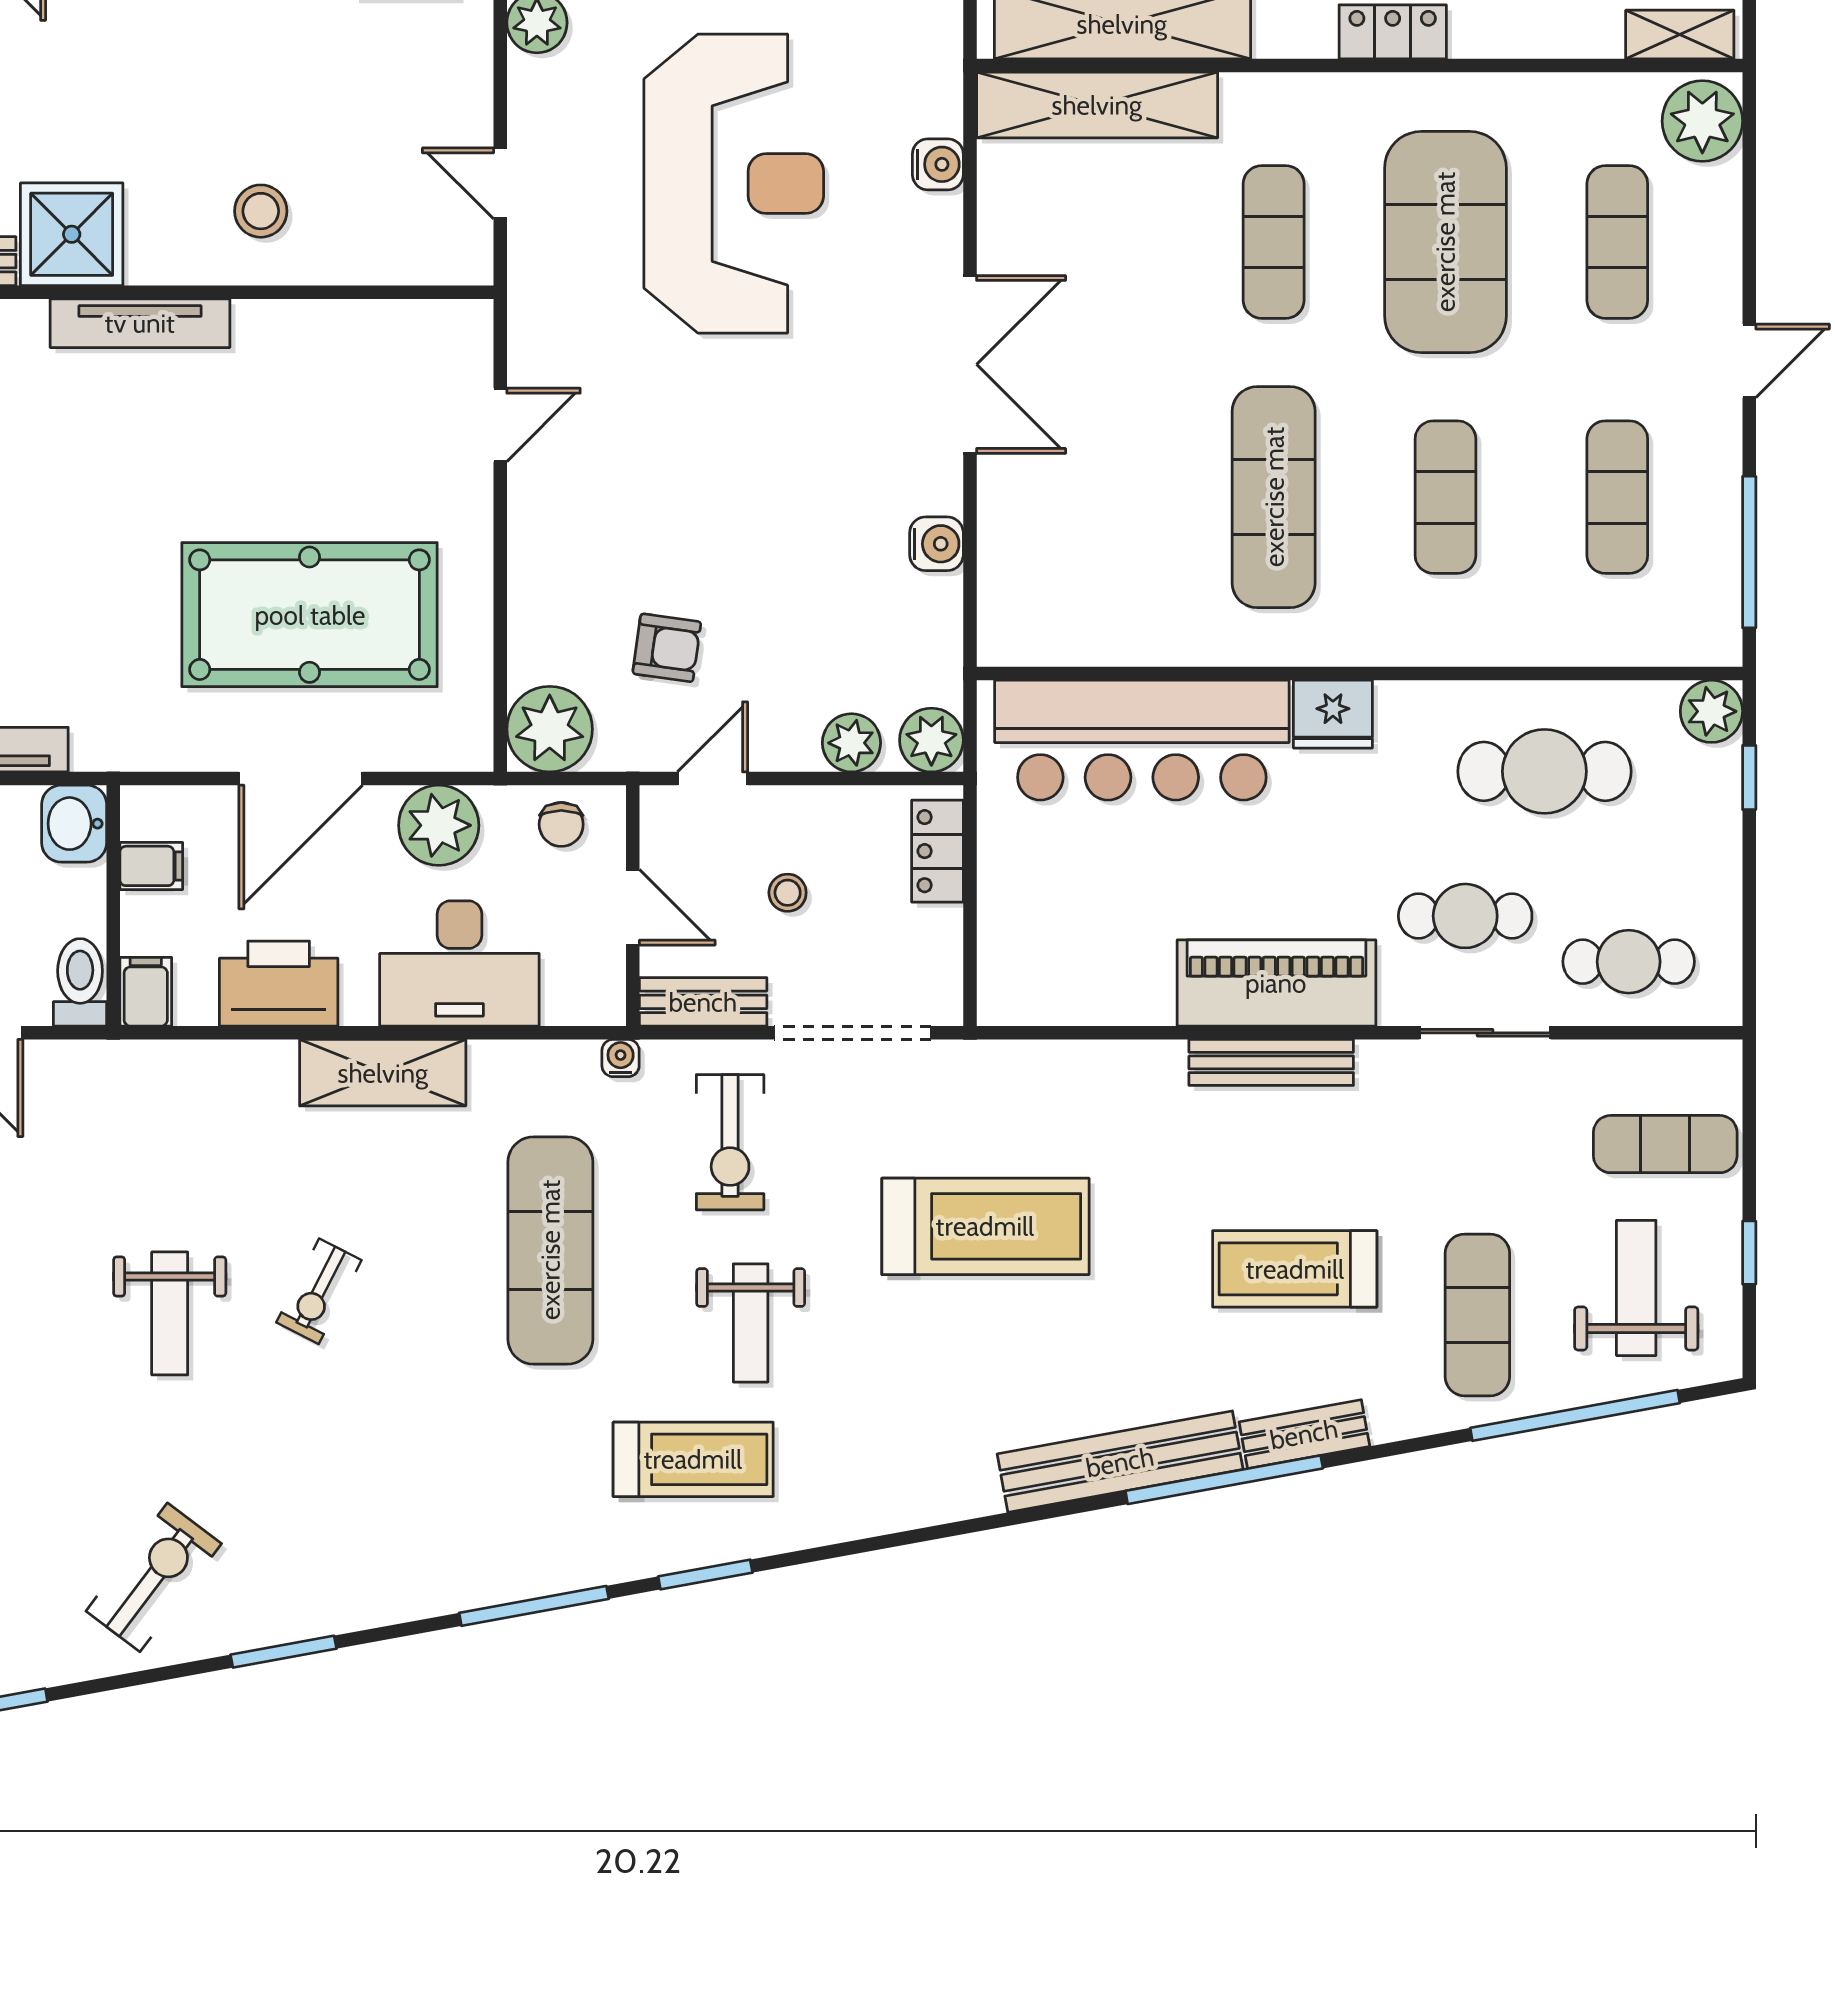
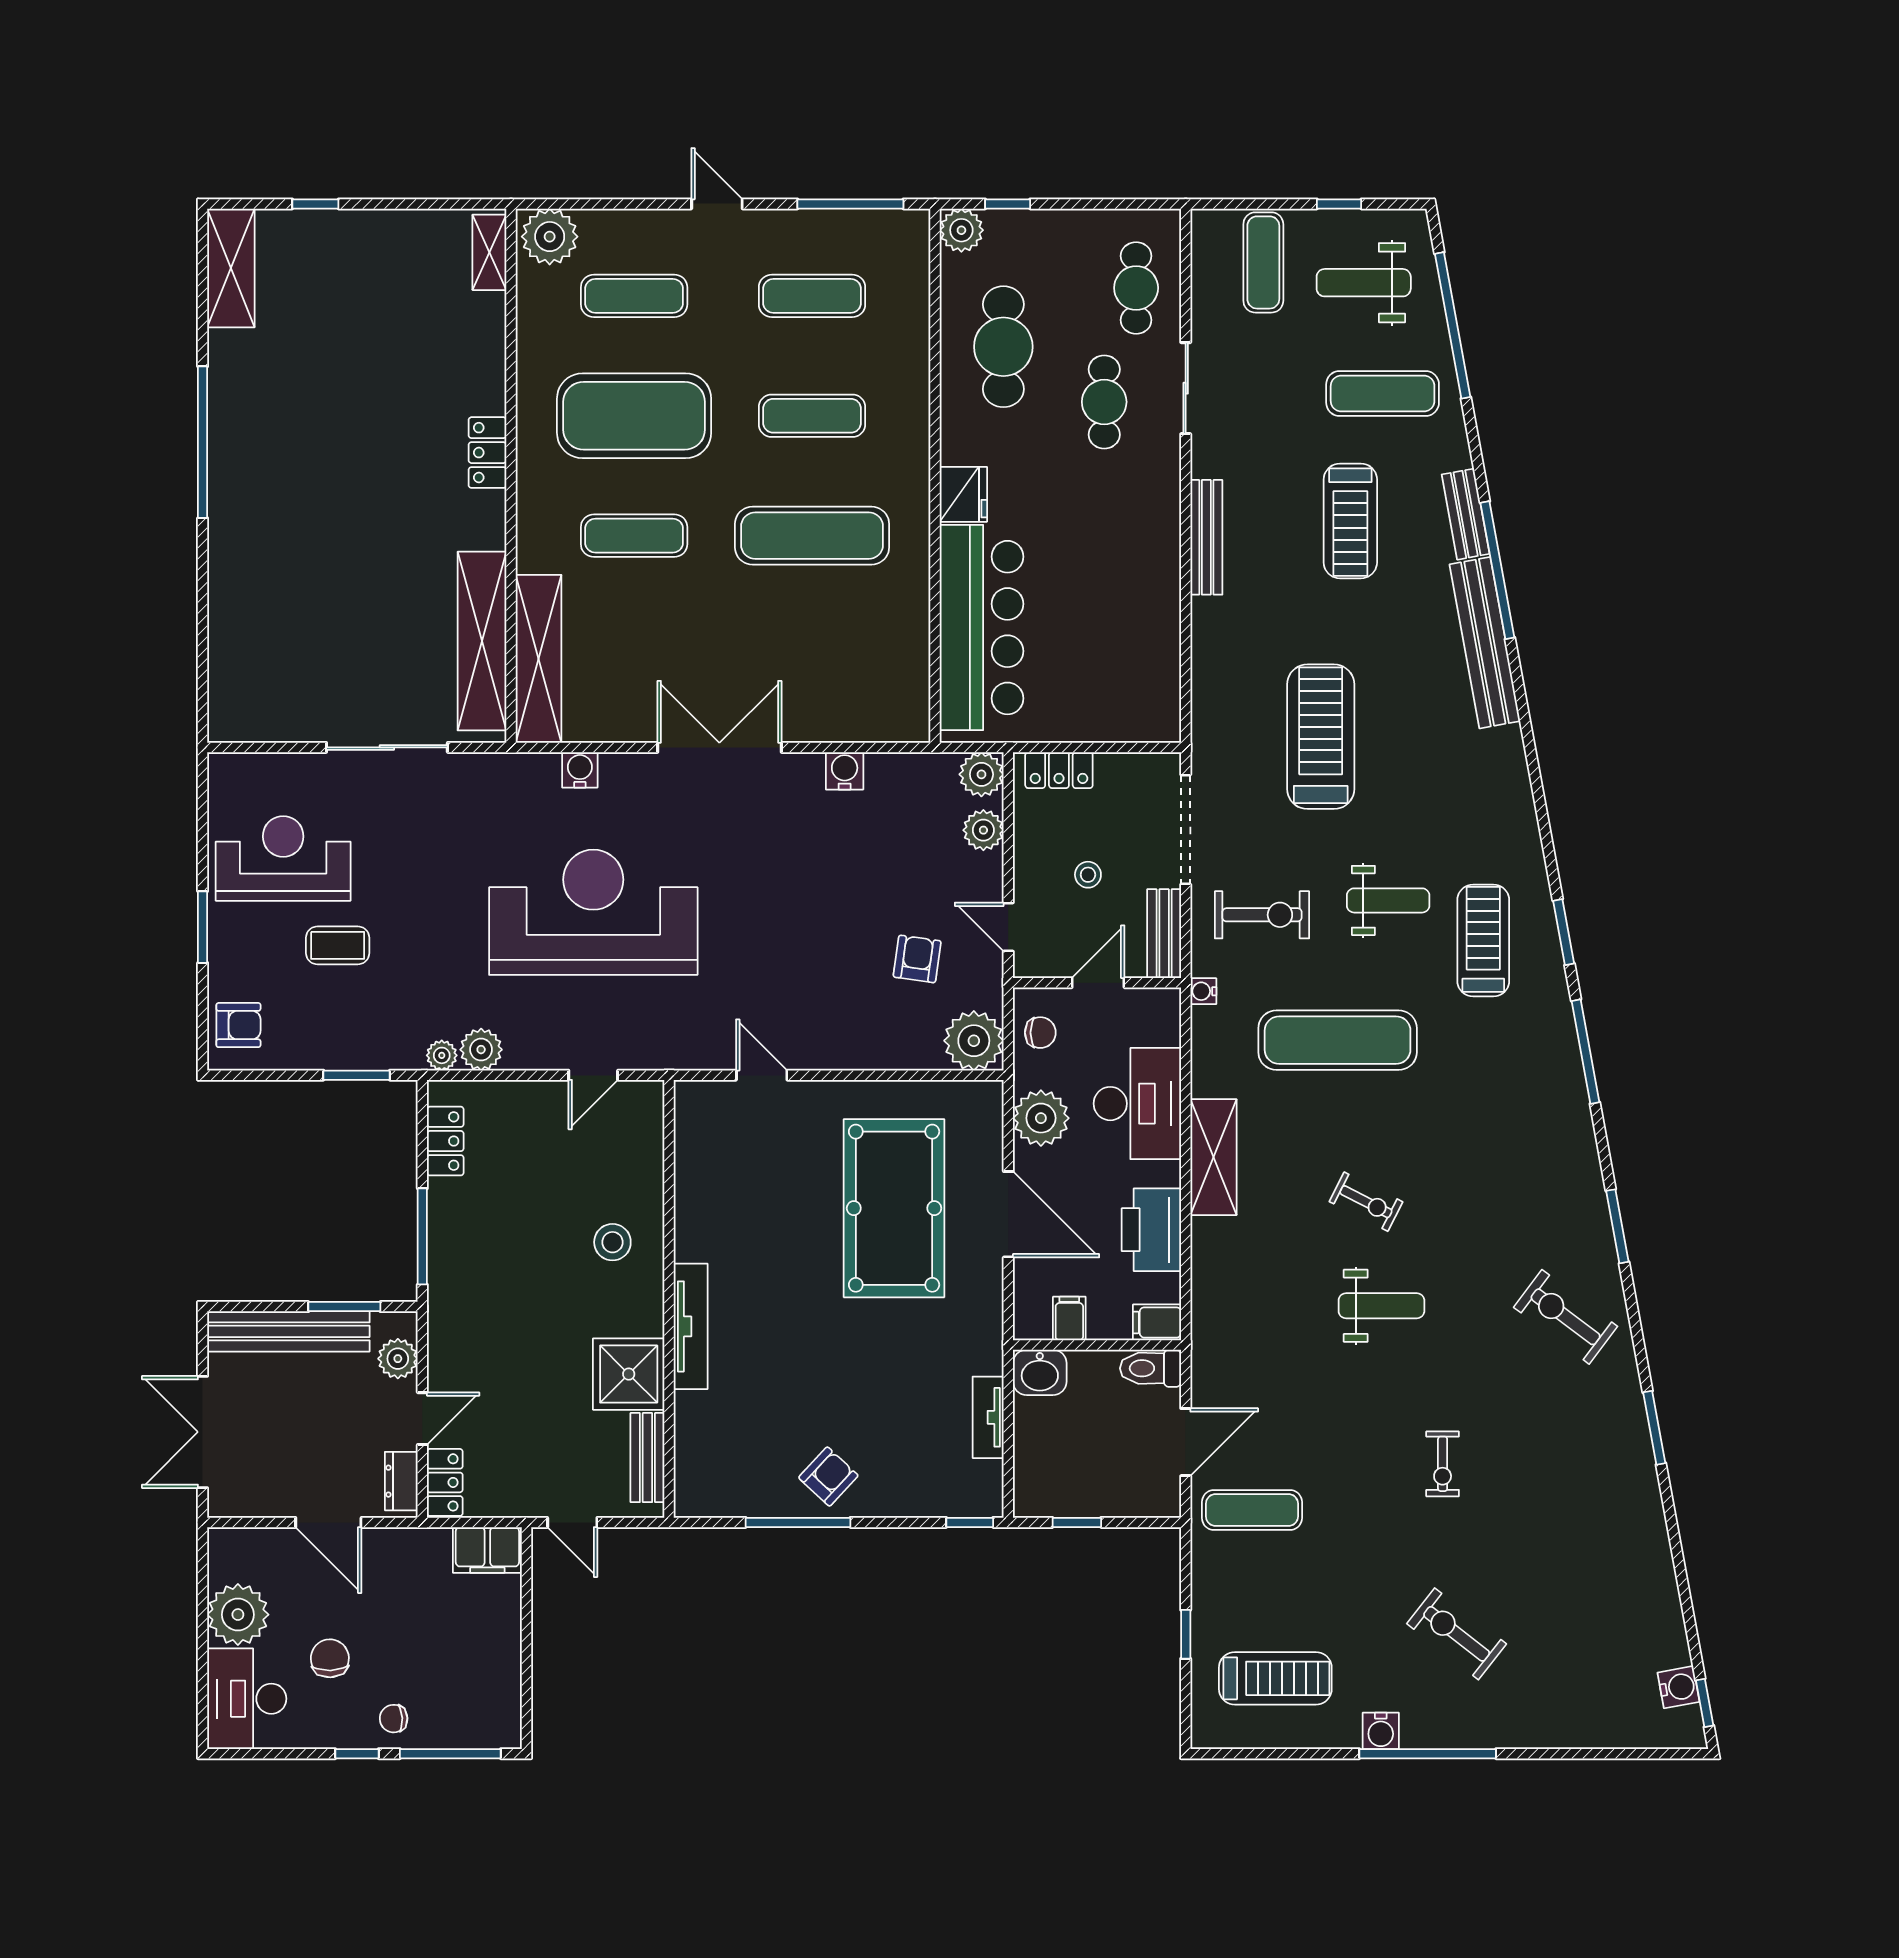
piano: (1276, 983) -> (1151, 534), removed

